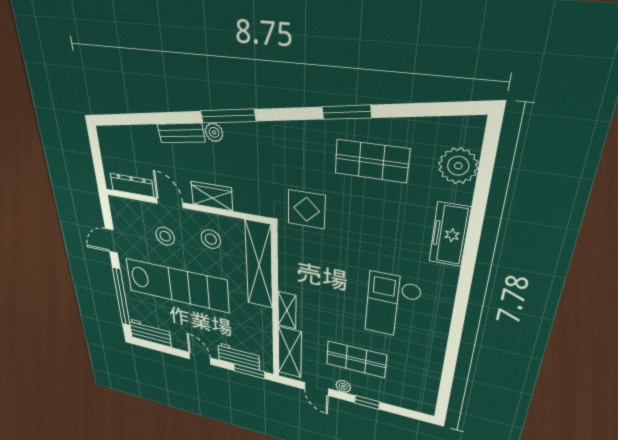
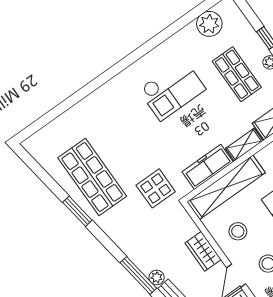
shop shelf: (372, 161) -> (92, 177), width x1.43, depth x1.36
plant: (458, 166) -> (209, 24), moved
freezer: (450, 235) -> (208, 167), moved, turned 180

